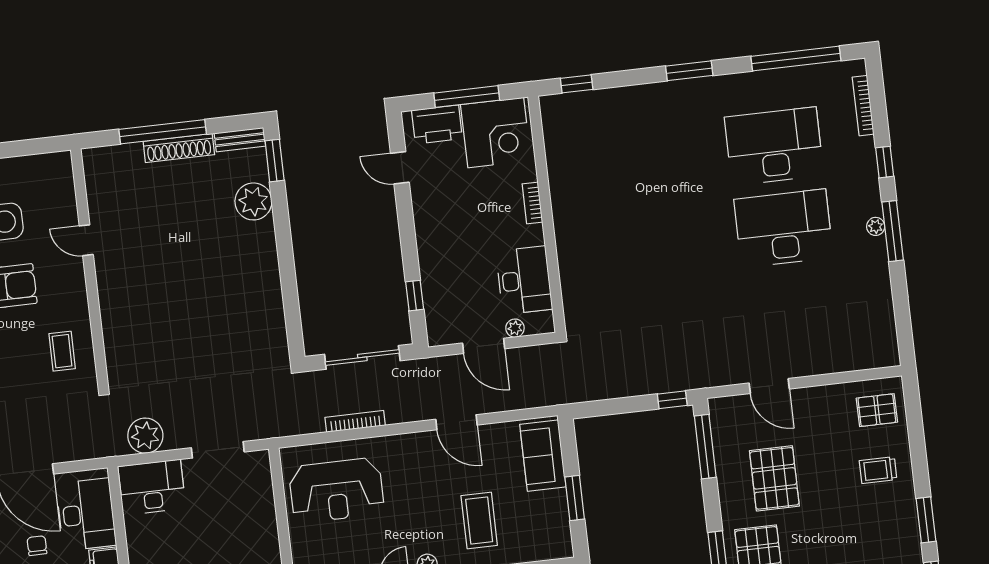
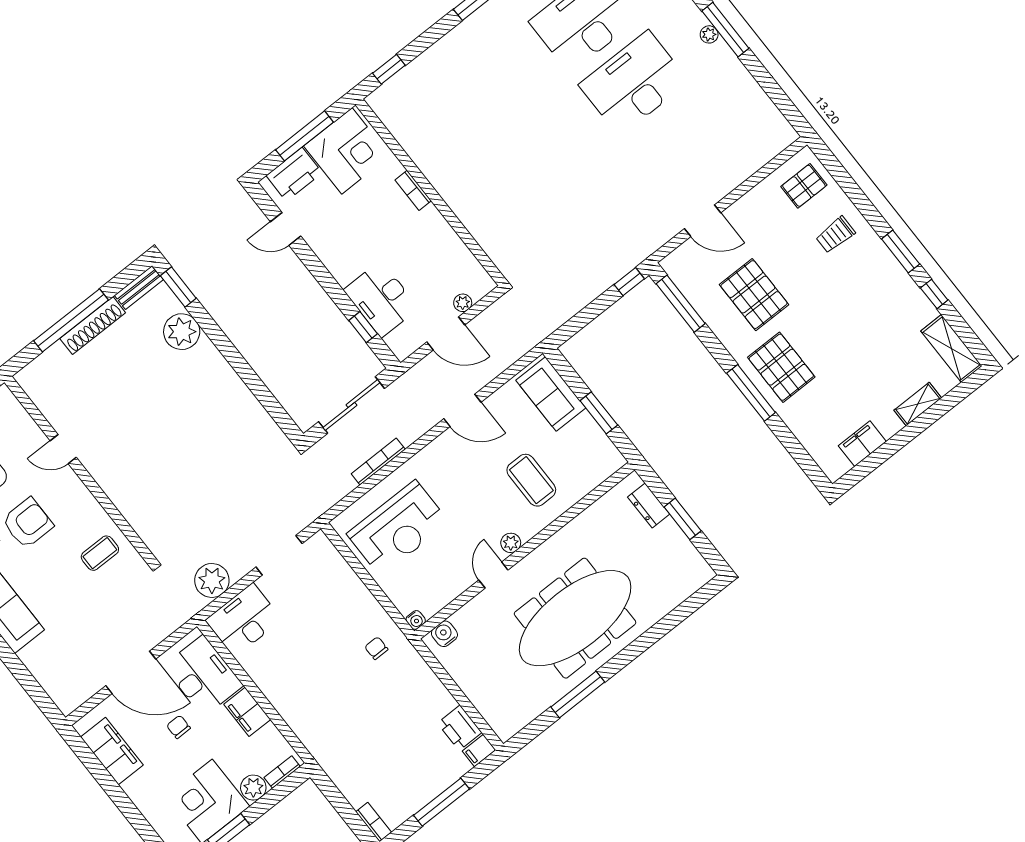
desk: (524, 280) -> (381, 299), moved, turned 180
coffee table: (62, 351) -> (100, 553), turned 90

